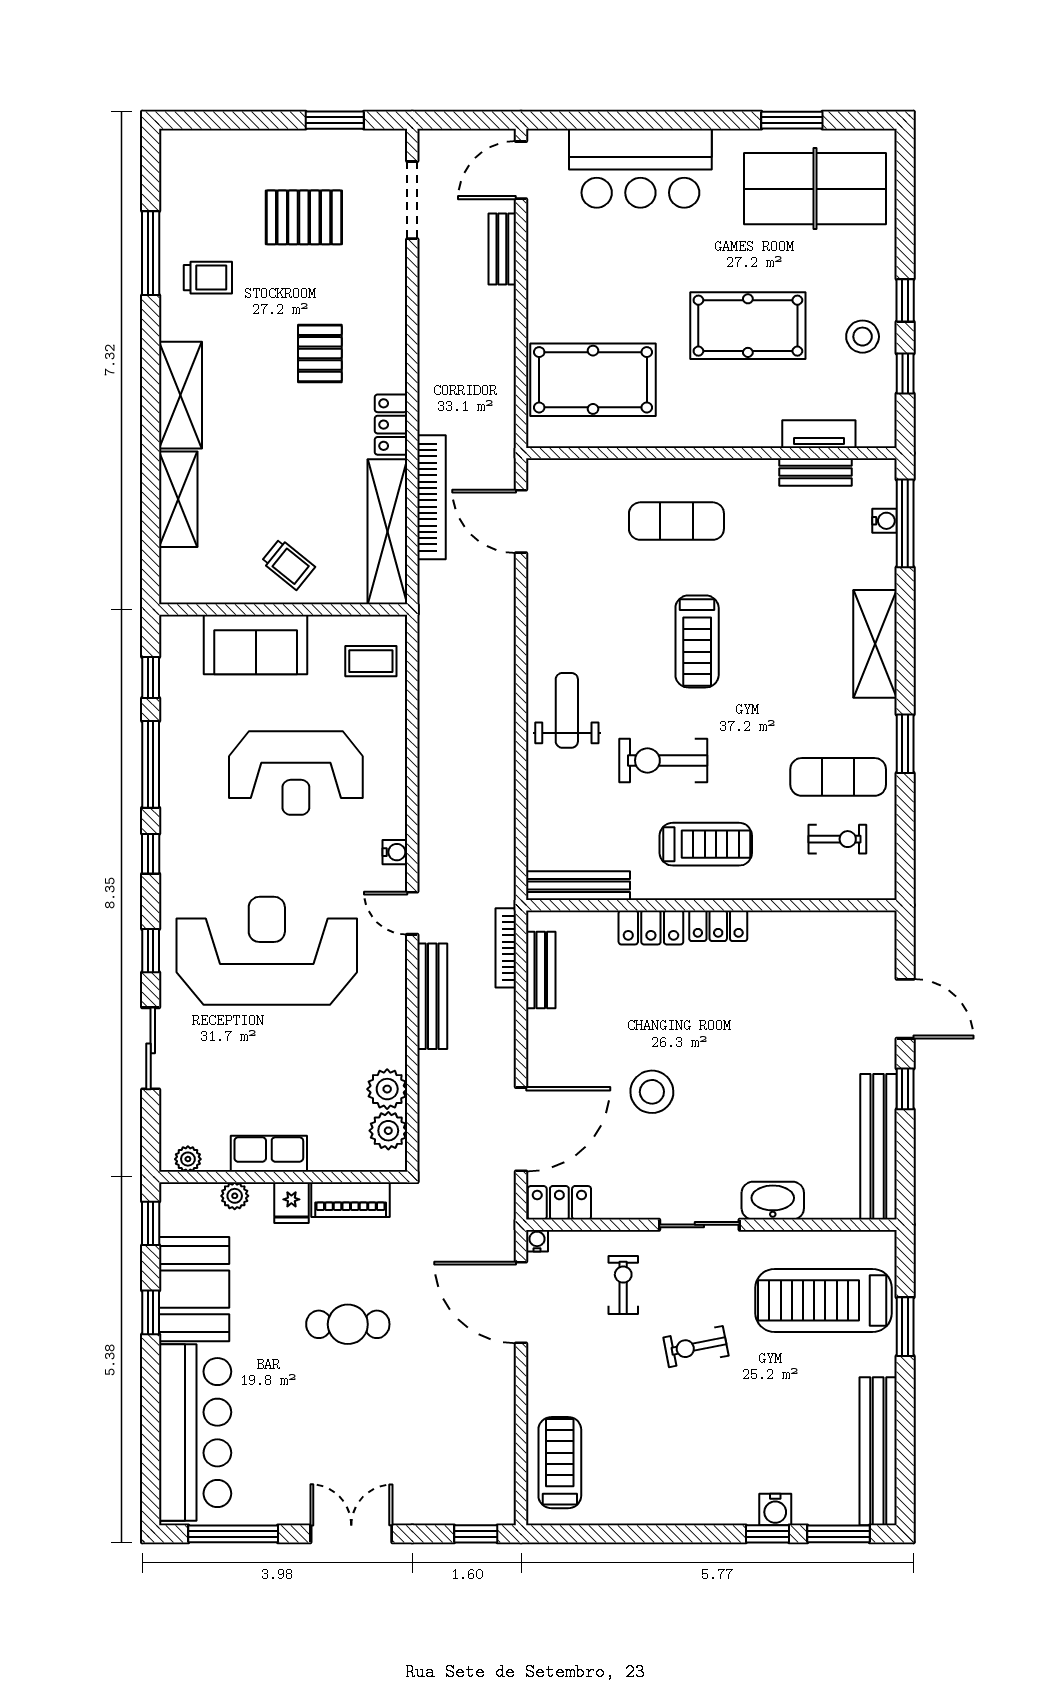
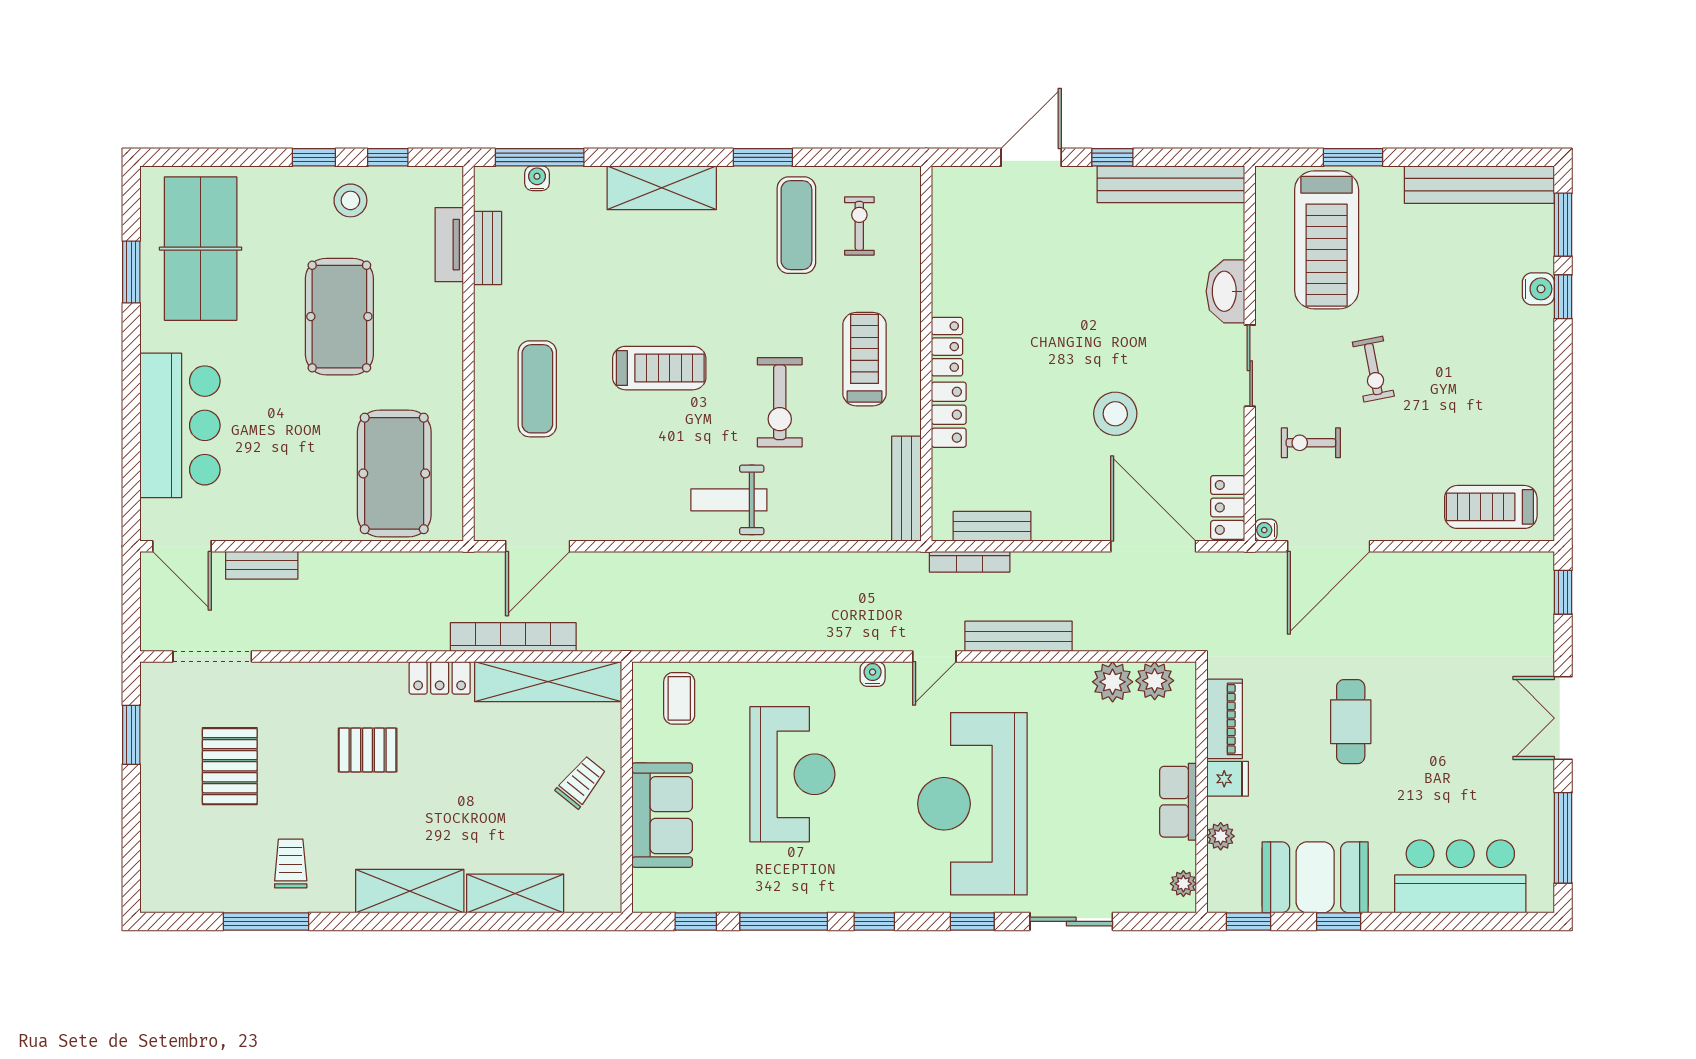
bar counter: (195, 1433) -> (1460, 876), width x0.73

